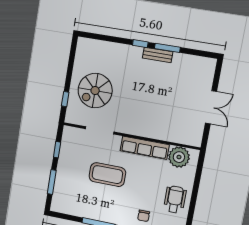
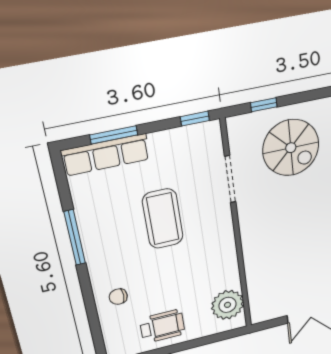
spiral stairs: (95, 91) -> (291, 148), turned 180
row of seats: (145, 148) -> (106, 155), moved, turned -90
window: (57, 150) -> (195, 119), moved

